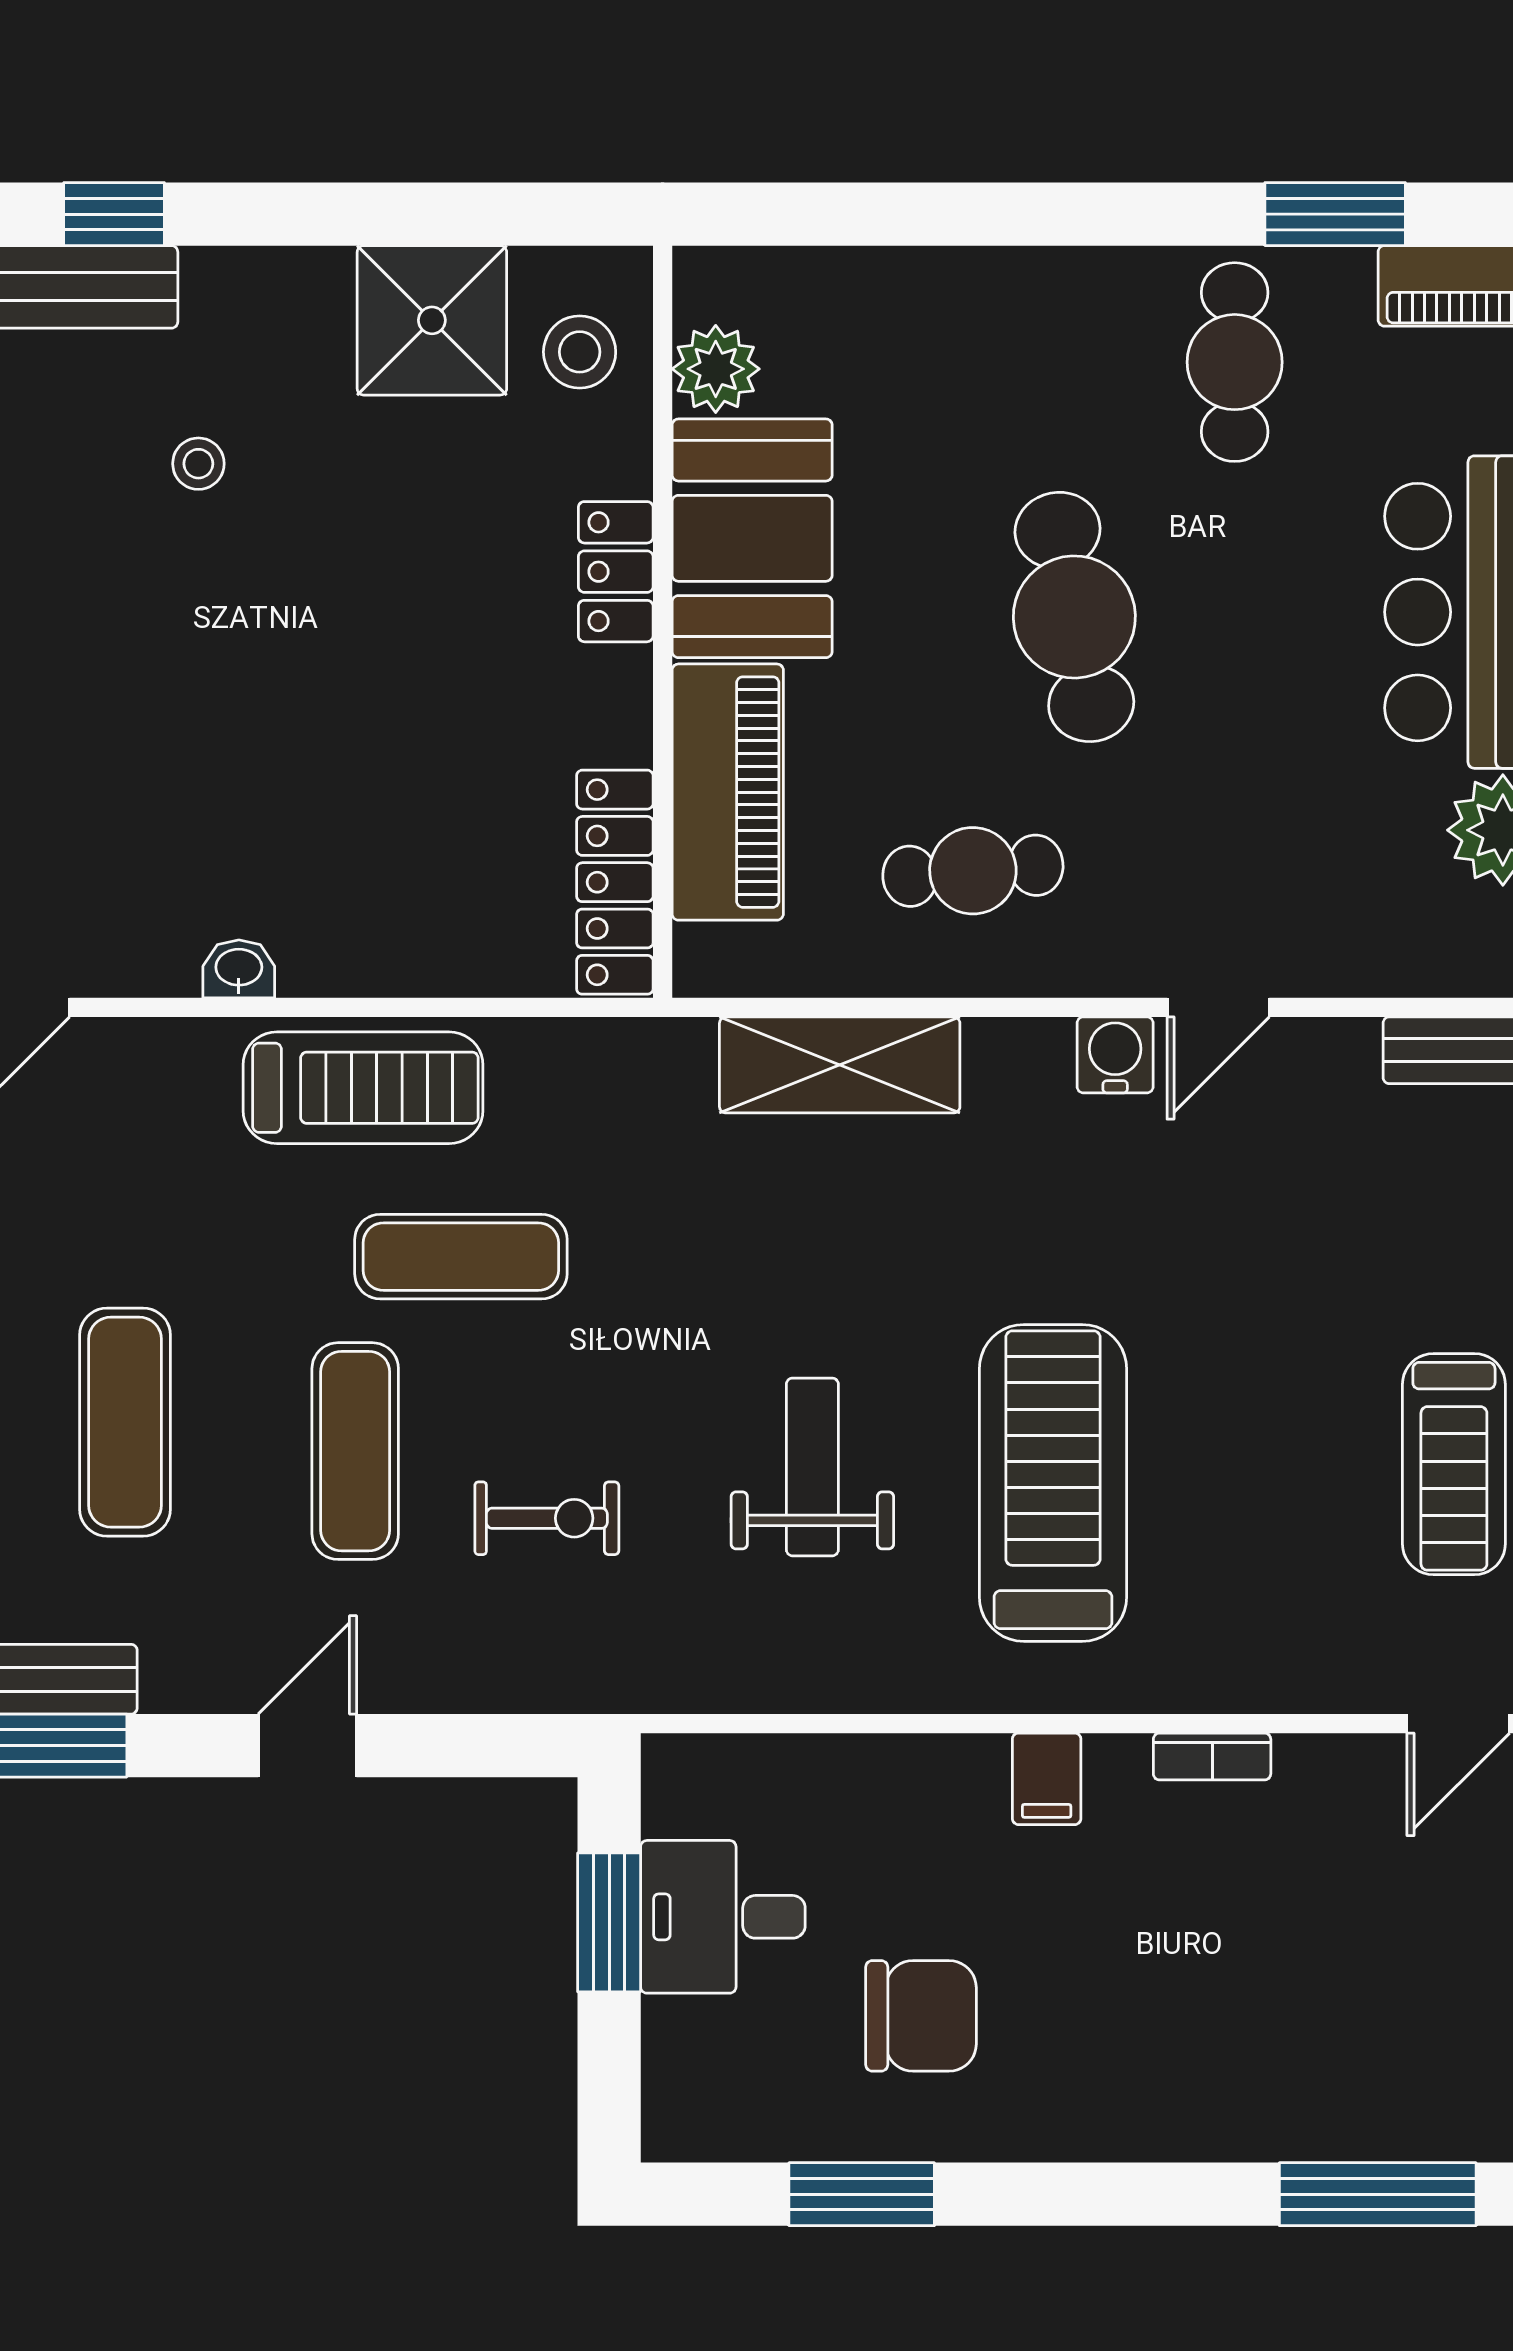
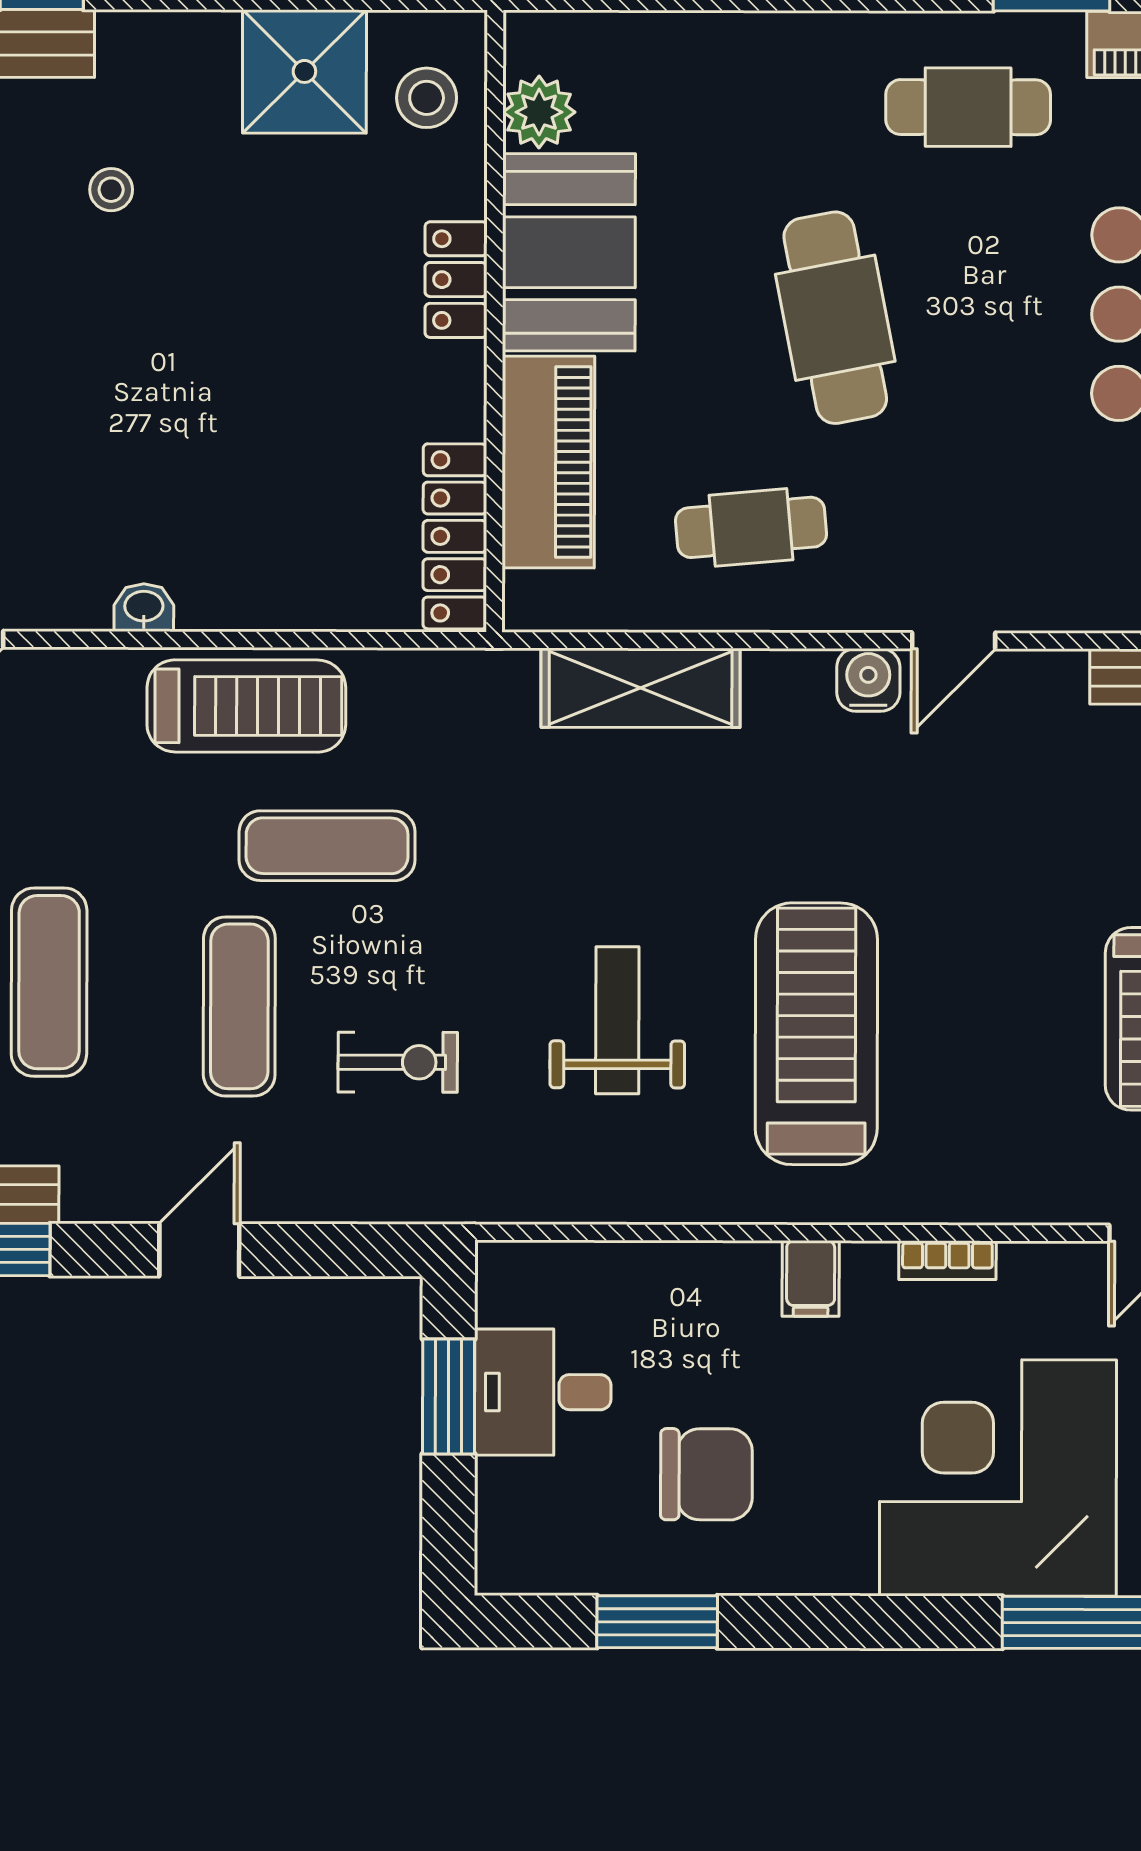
cafe table: (1235, 362) -> (968, 107), turned 90
corner desk: (1274, 2020) -> (998, 1478), added

